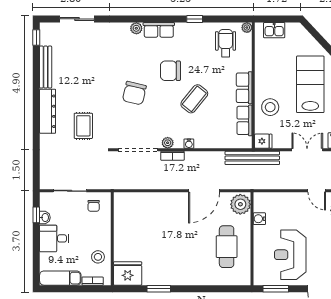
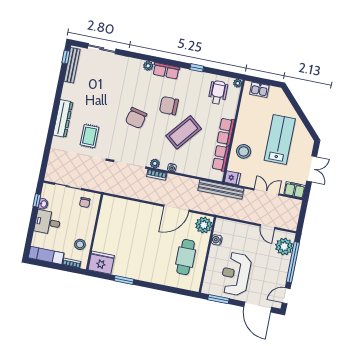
bench: (46, 67) -> (72, 65), moved
coffee table: (194, 99) -> (184, 132), width x1.36, depth x1.32

